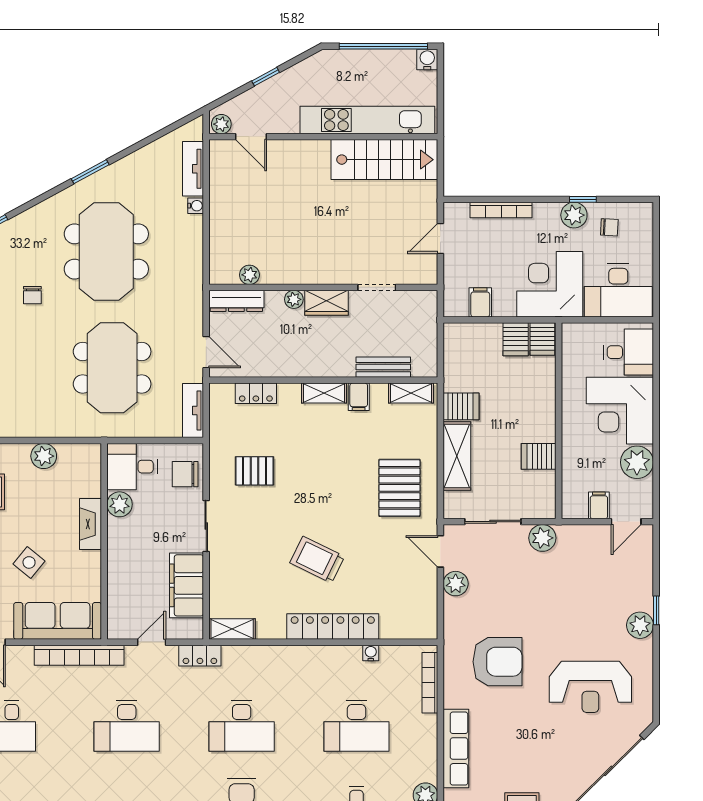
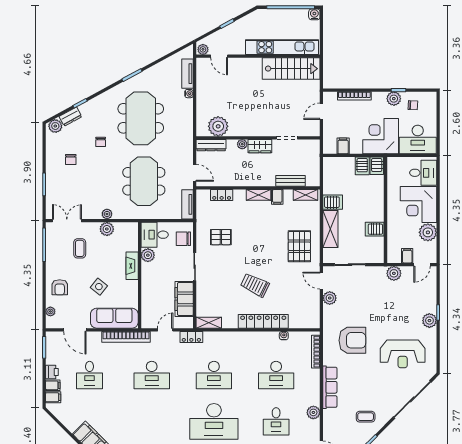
plant: (249, 275) -> (218, 126), width x1.87, depth x1.87
plant: (44, 428) -> (107, 214), added
plant: (542, 538) -> (394, 273), moved

